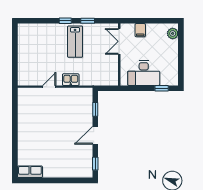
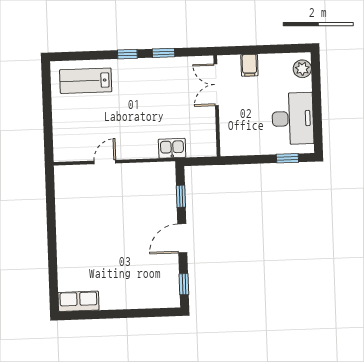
lab bench: (75, 42) -> (86, 81), moved, turned 90
desk: (144, 73) -> (293, 119), moved, turned -90
kitchen sink: (71, 80) -> (172, 148), moved

